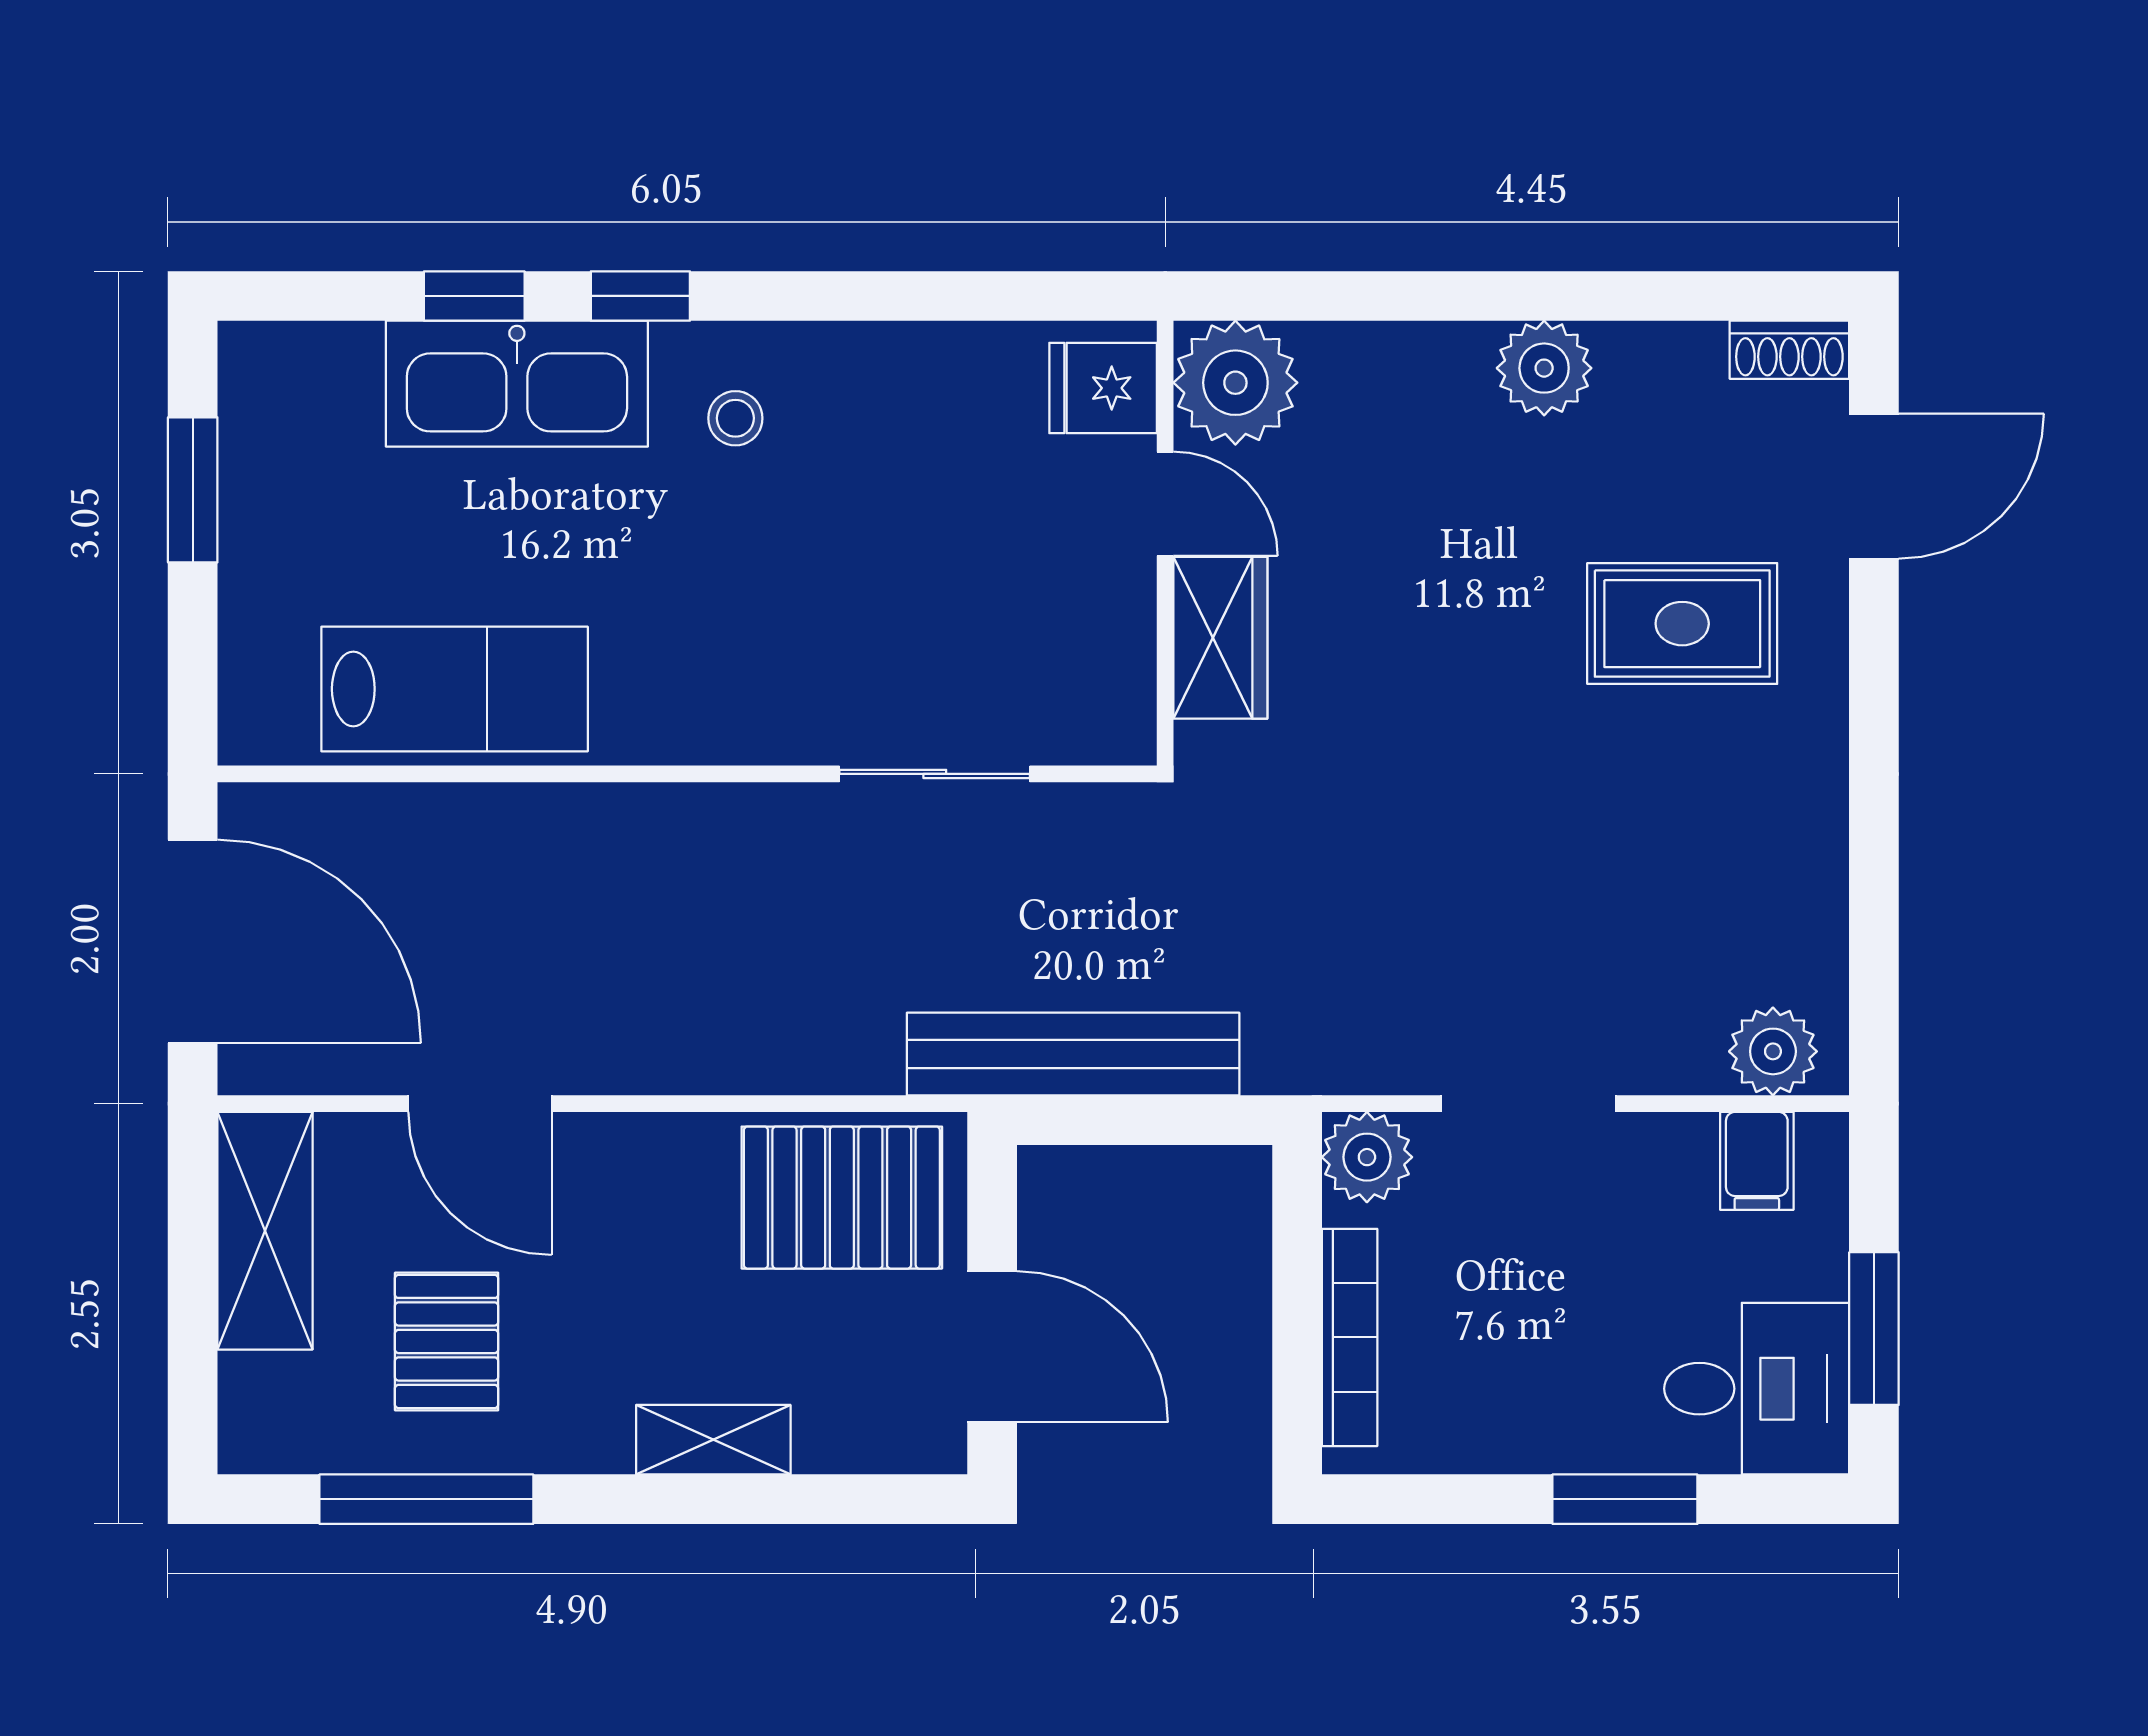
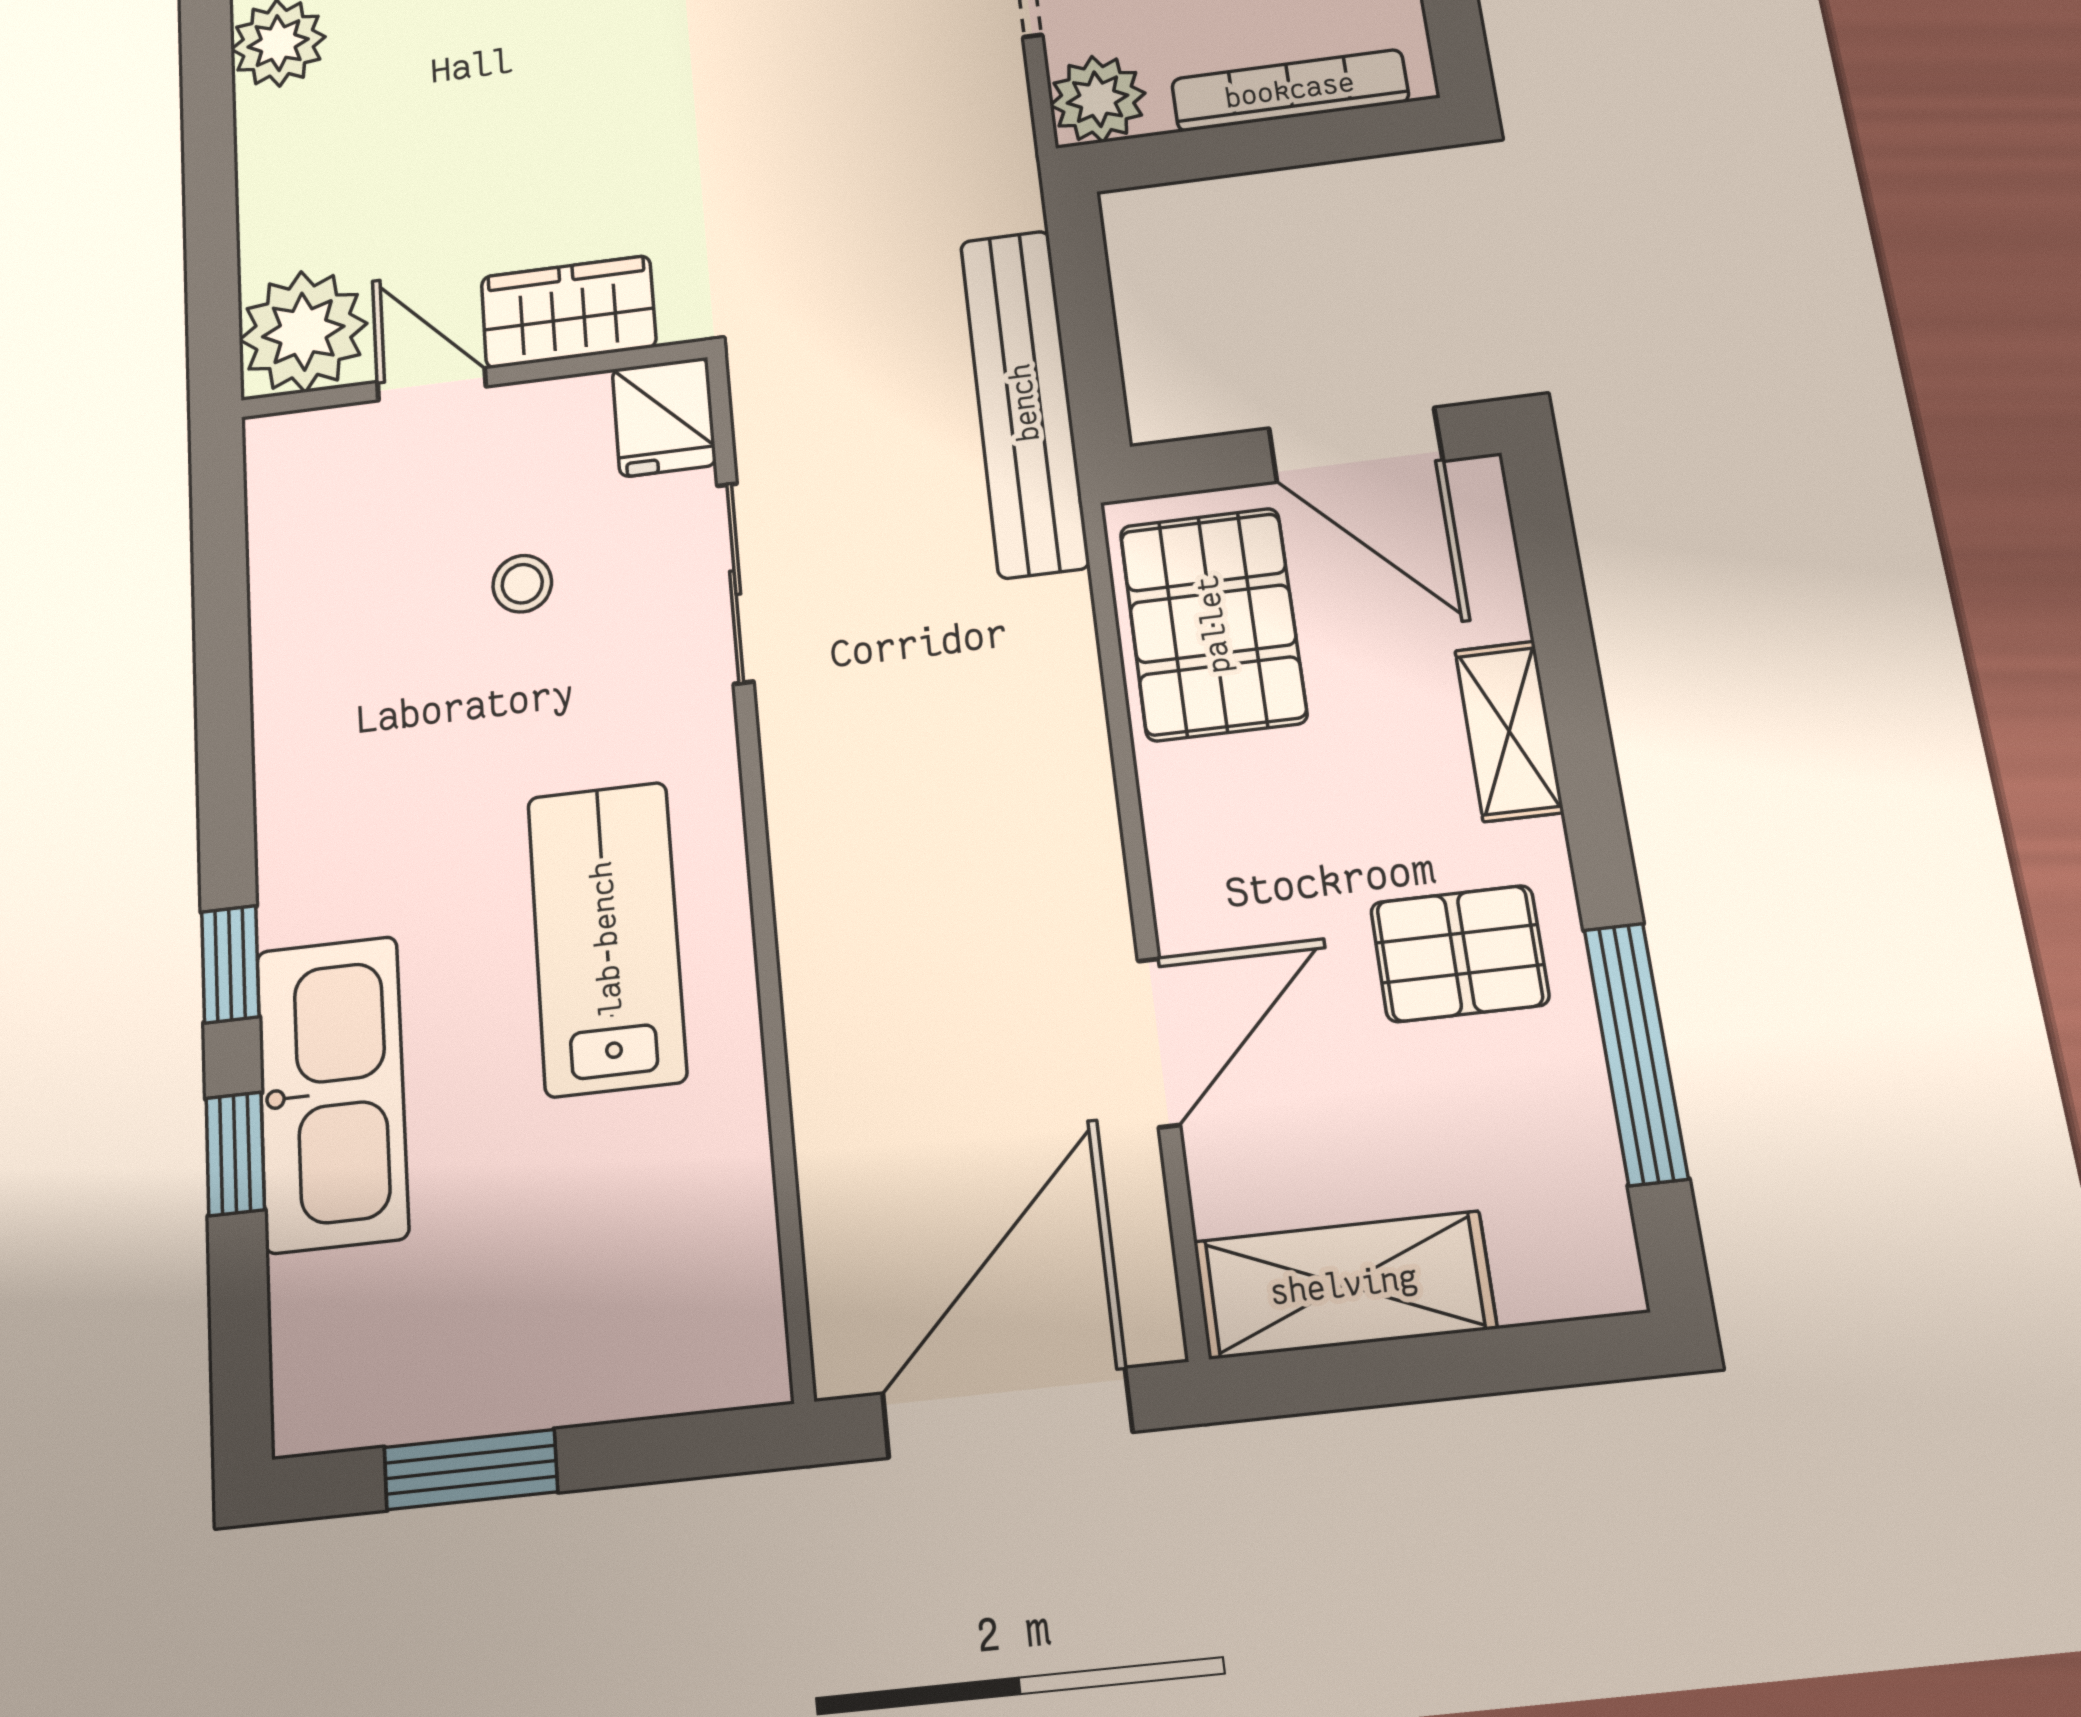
fridge: (1103, 388) -> (664, 417), moved
stool: (735, 418) -> (522, 584), moved
door: (1165, 504) -> (432, 384), hinge flipped
lab bench: (455, 689) -> (606, 938), moved
pallet: (447, 1341) -> (1460, 954), moved
door: (992, 1347) -> (1356, 445), swing flipped

